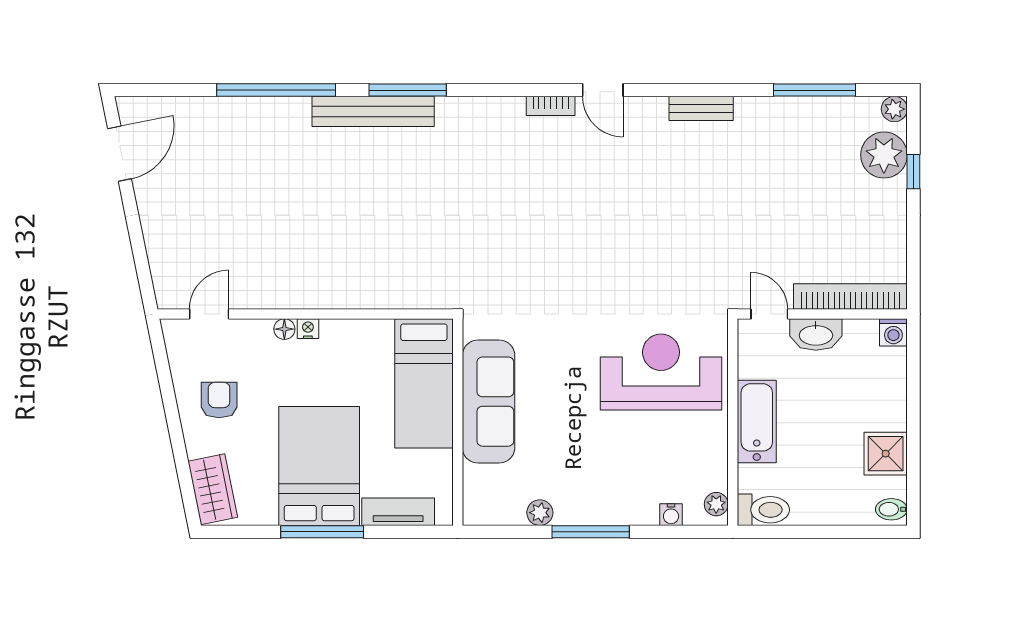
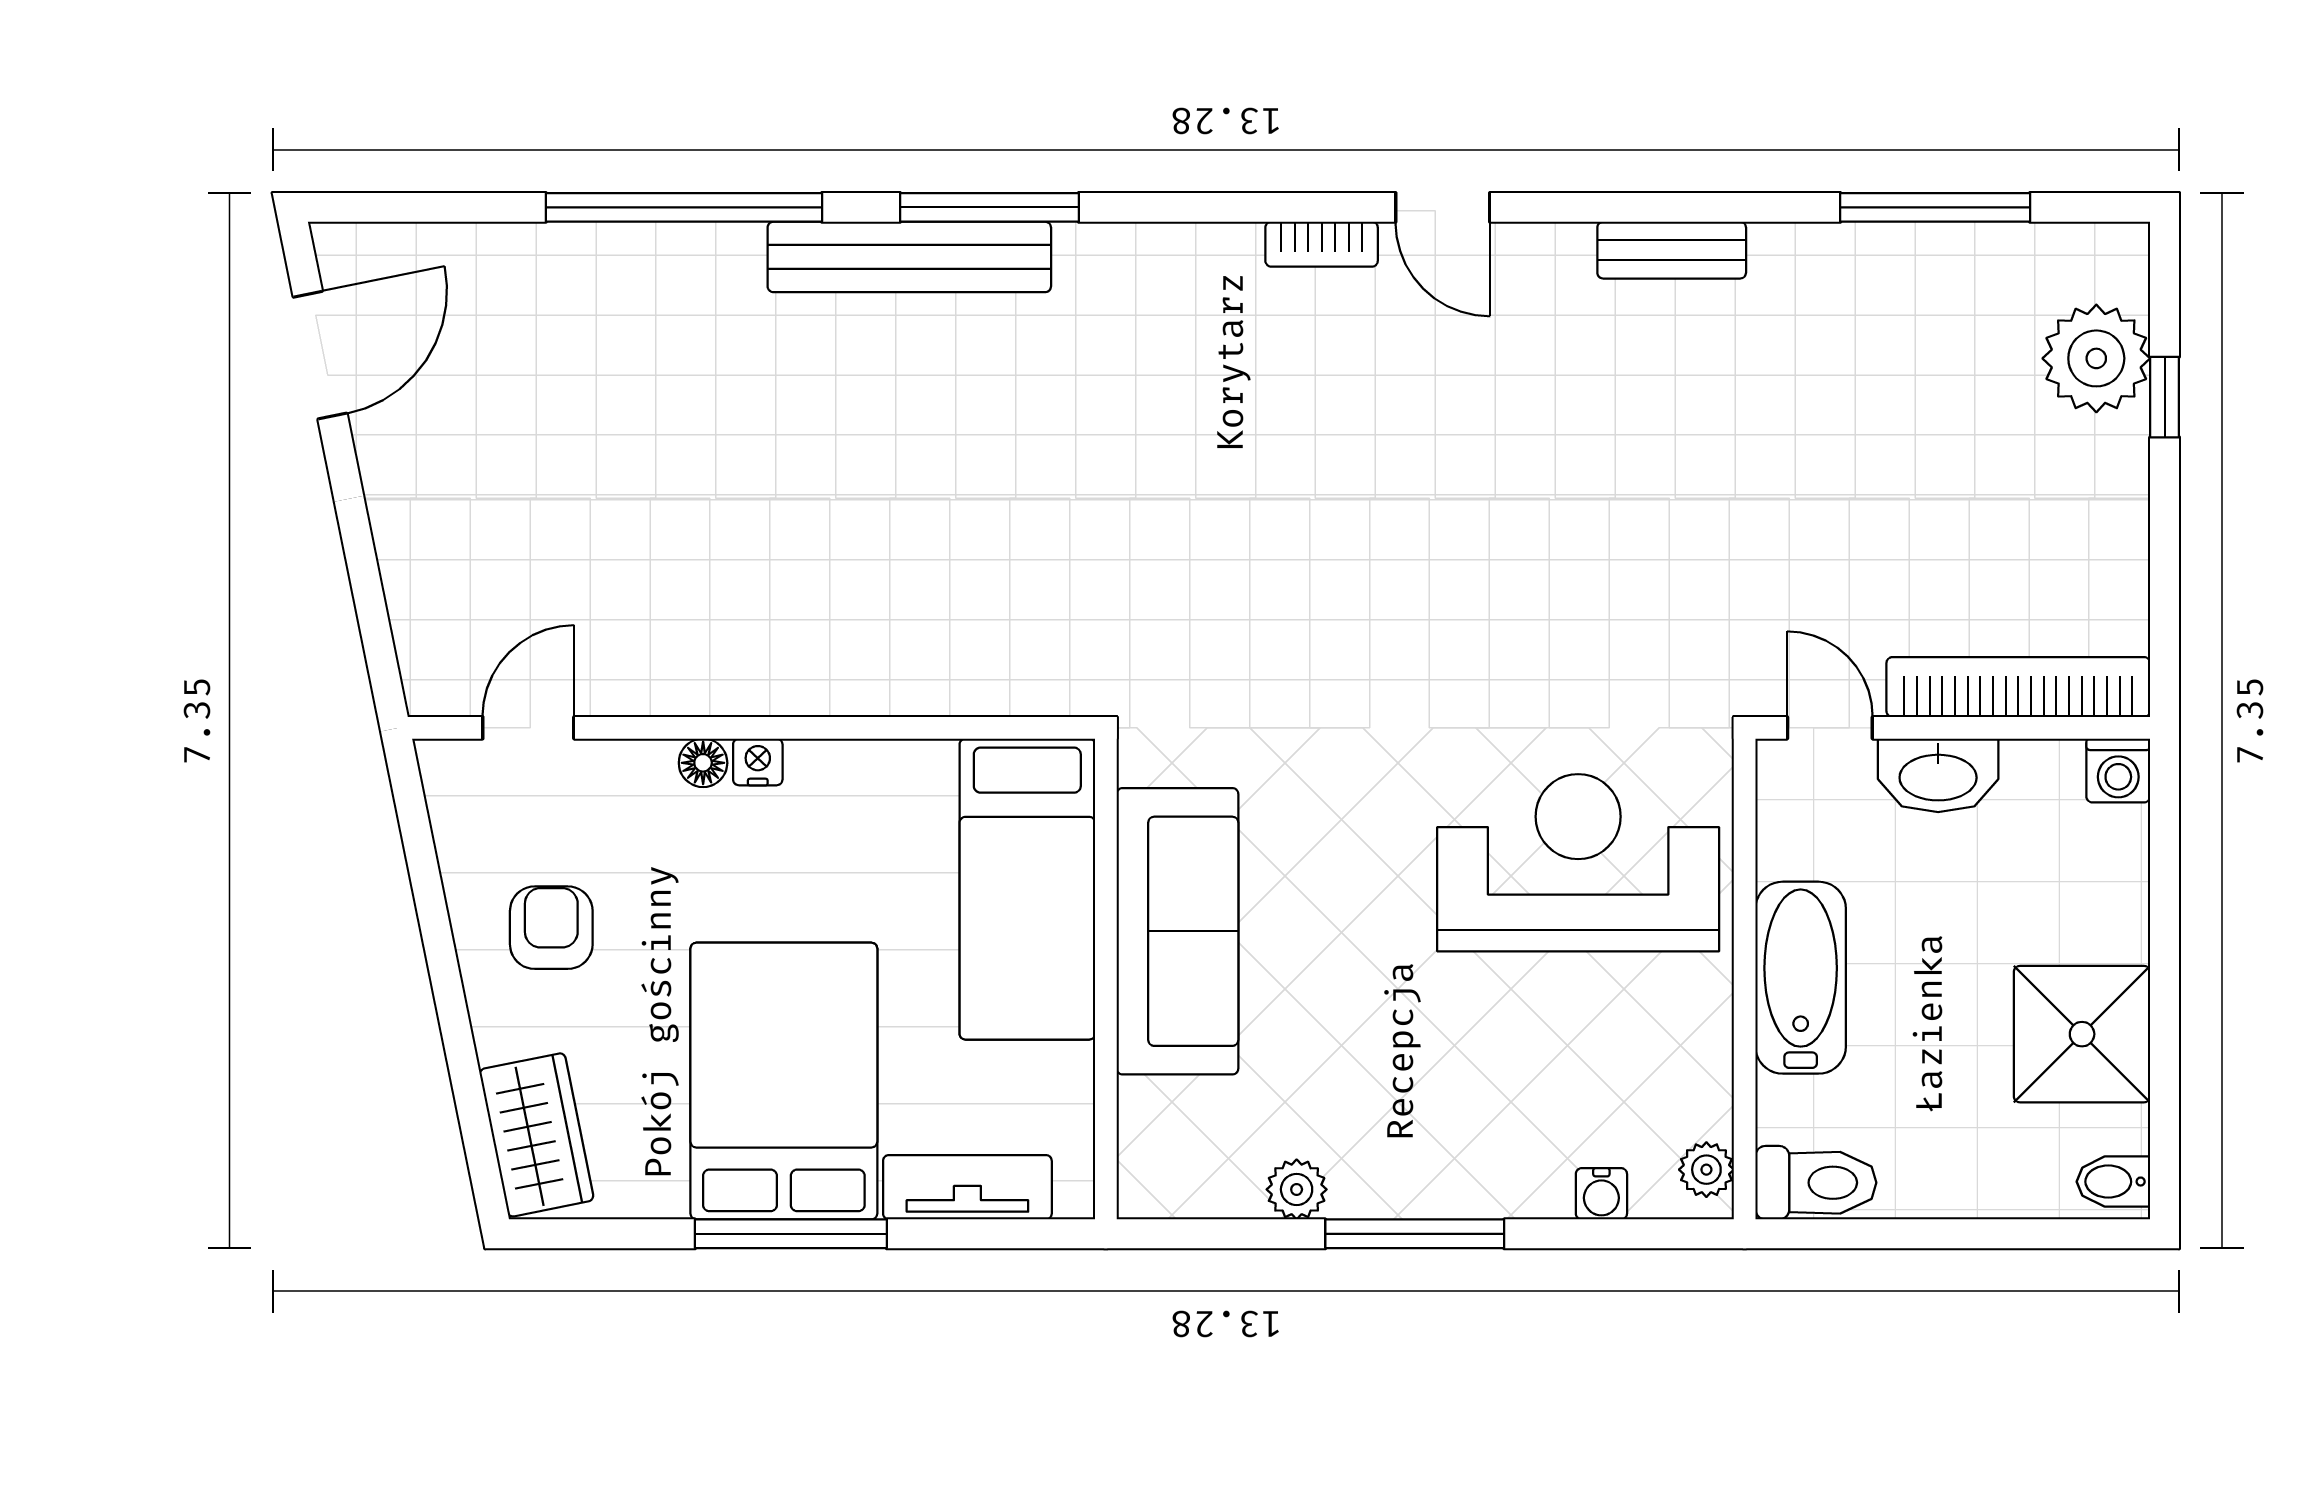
plant: (894, 109) -> (2120, 252), removed
shower: (886, 454) -> (2082, 1034), width x1.36, depth x1.36

